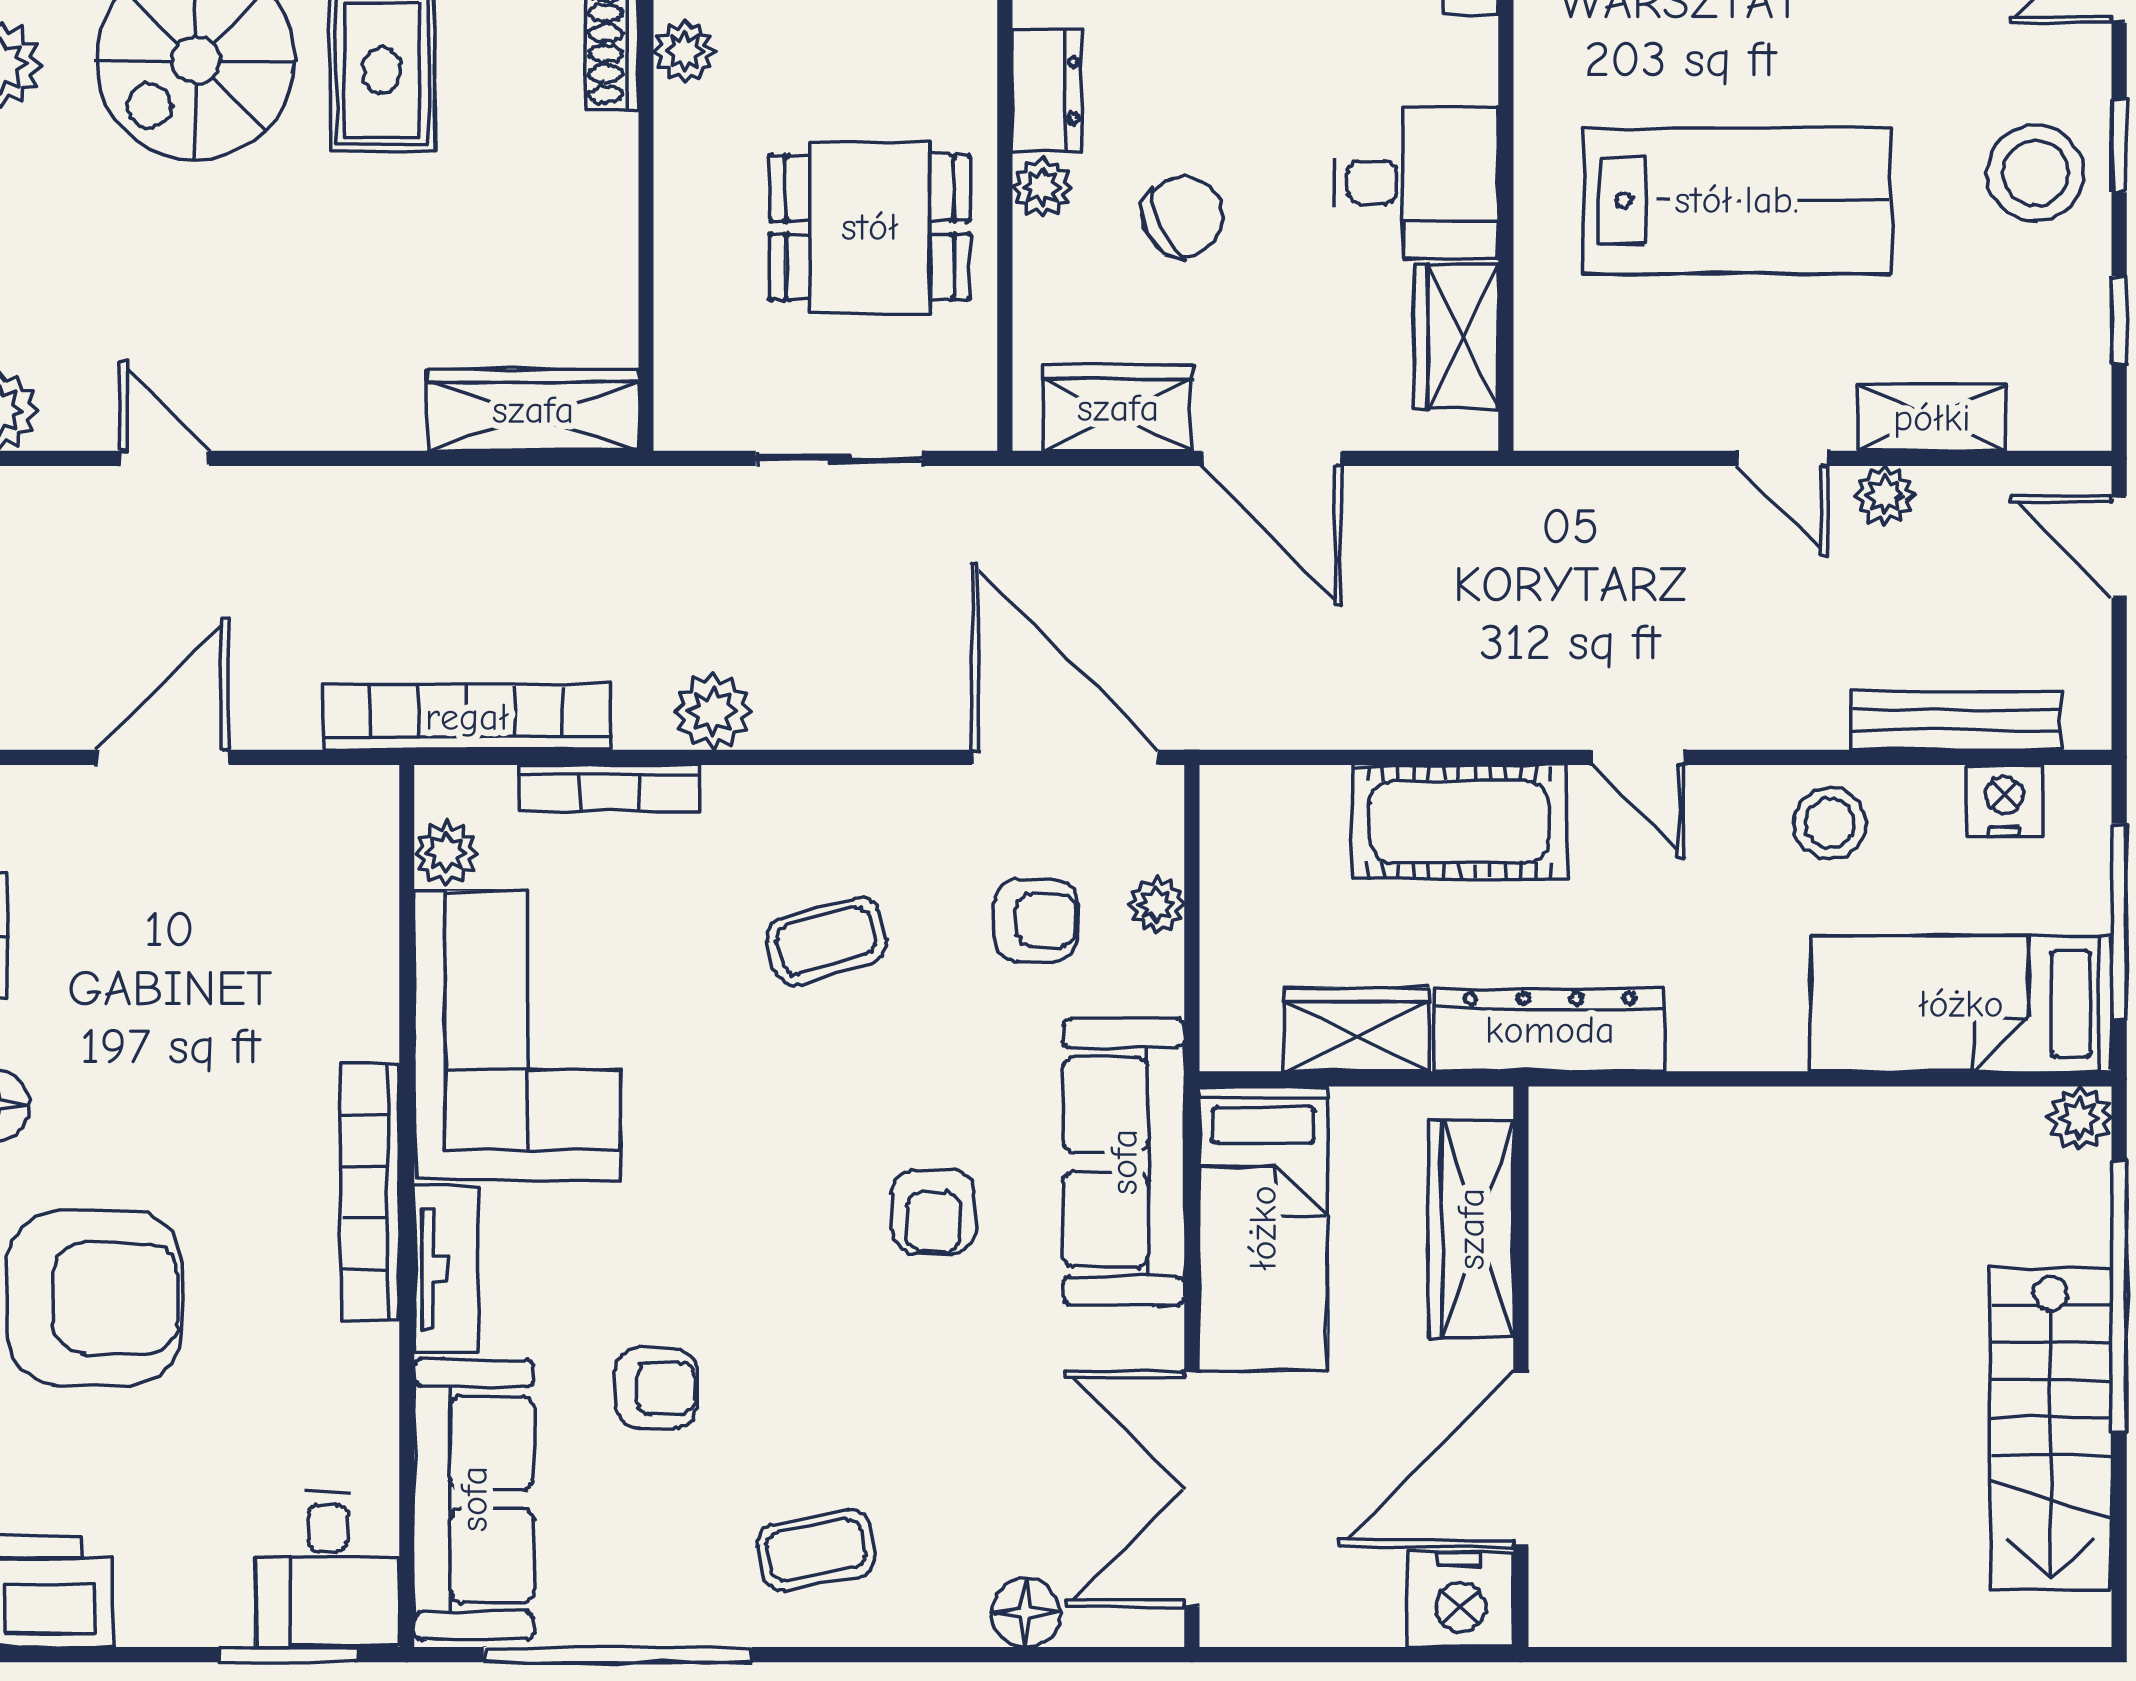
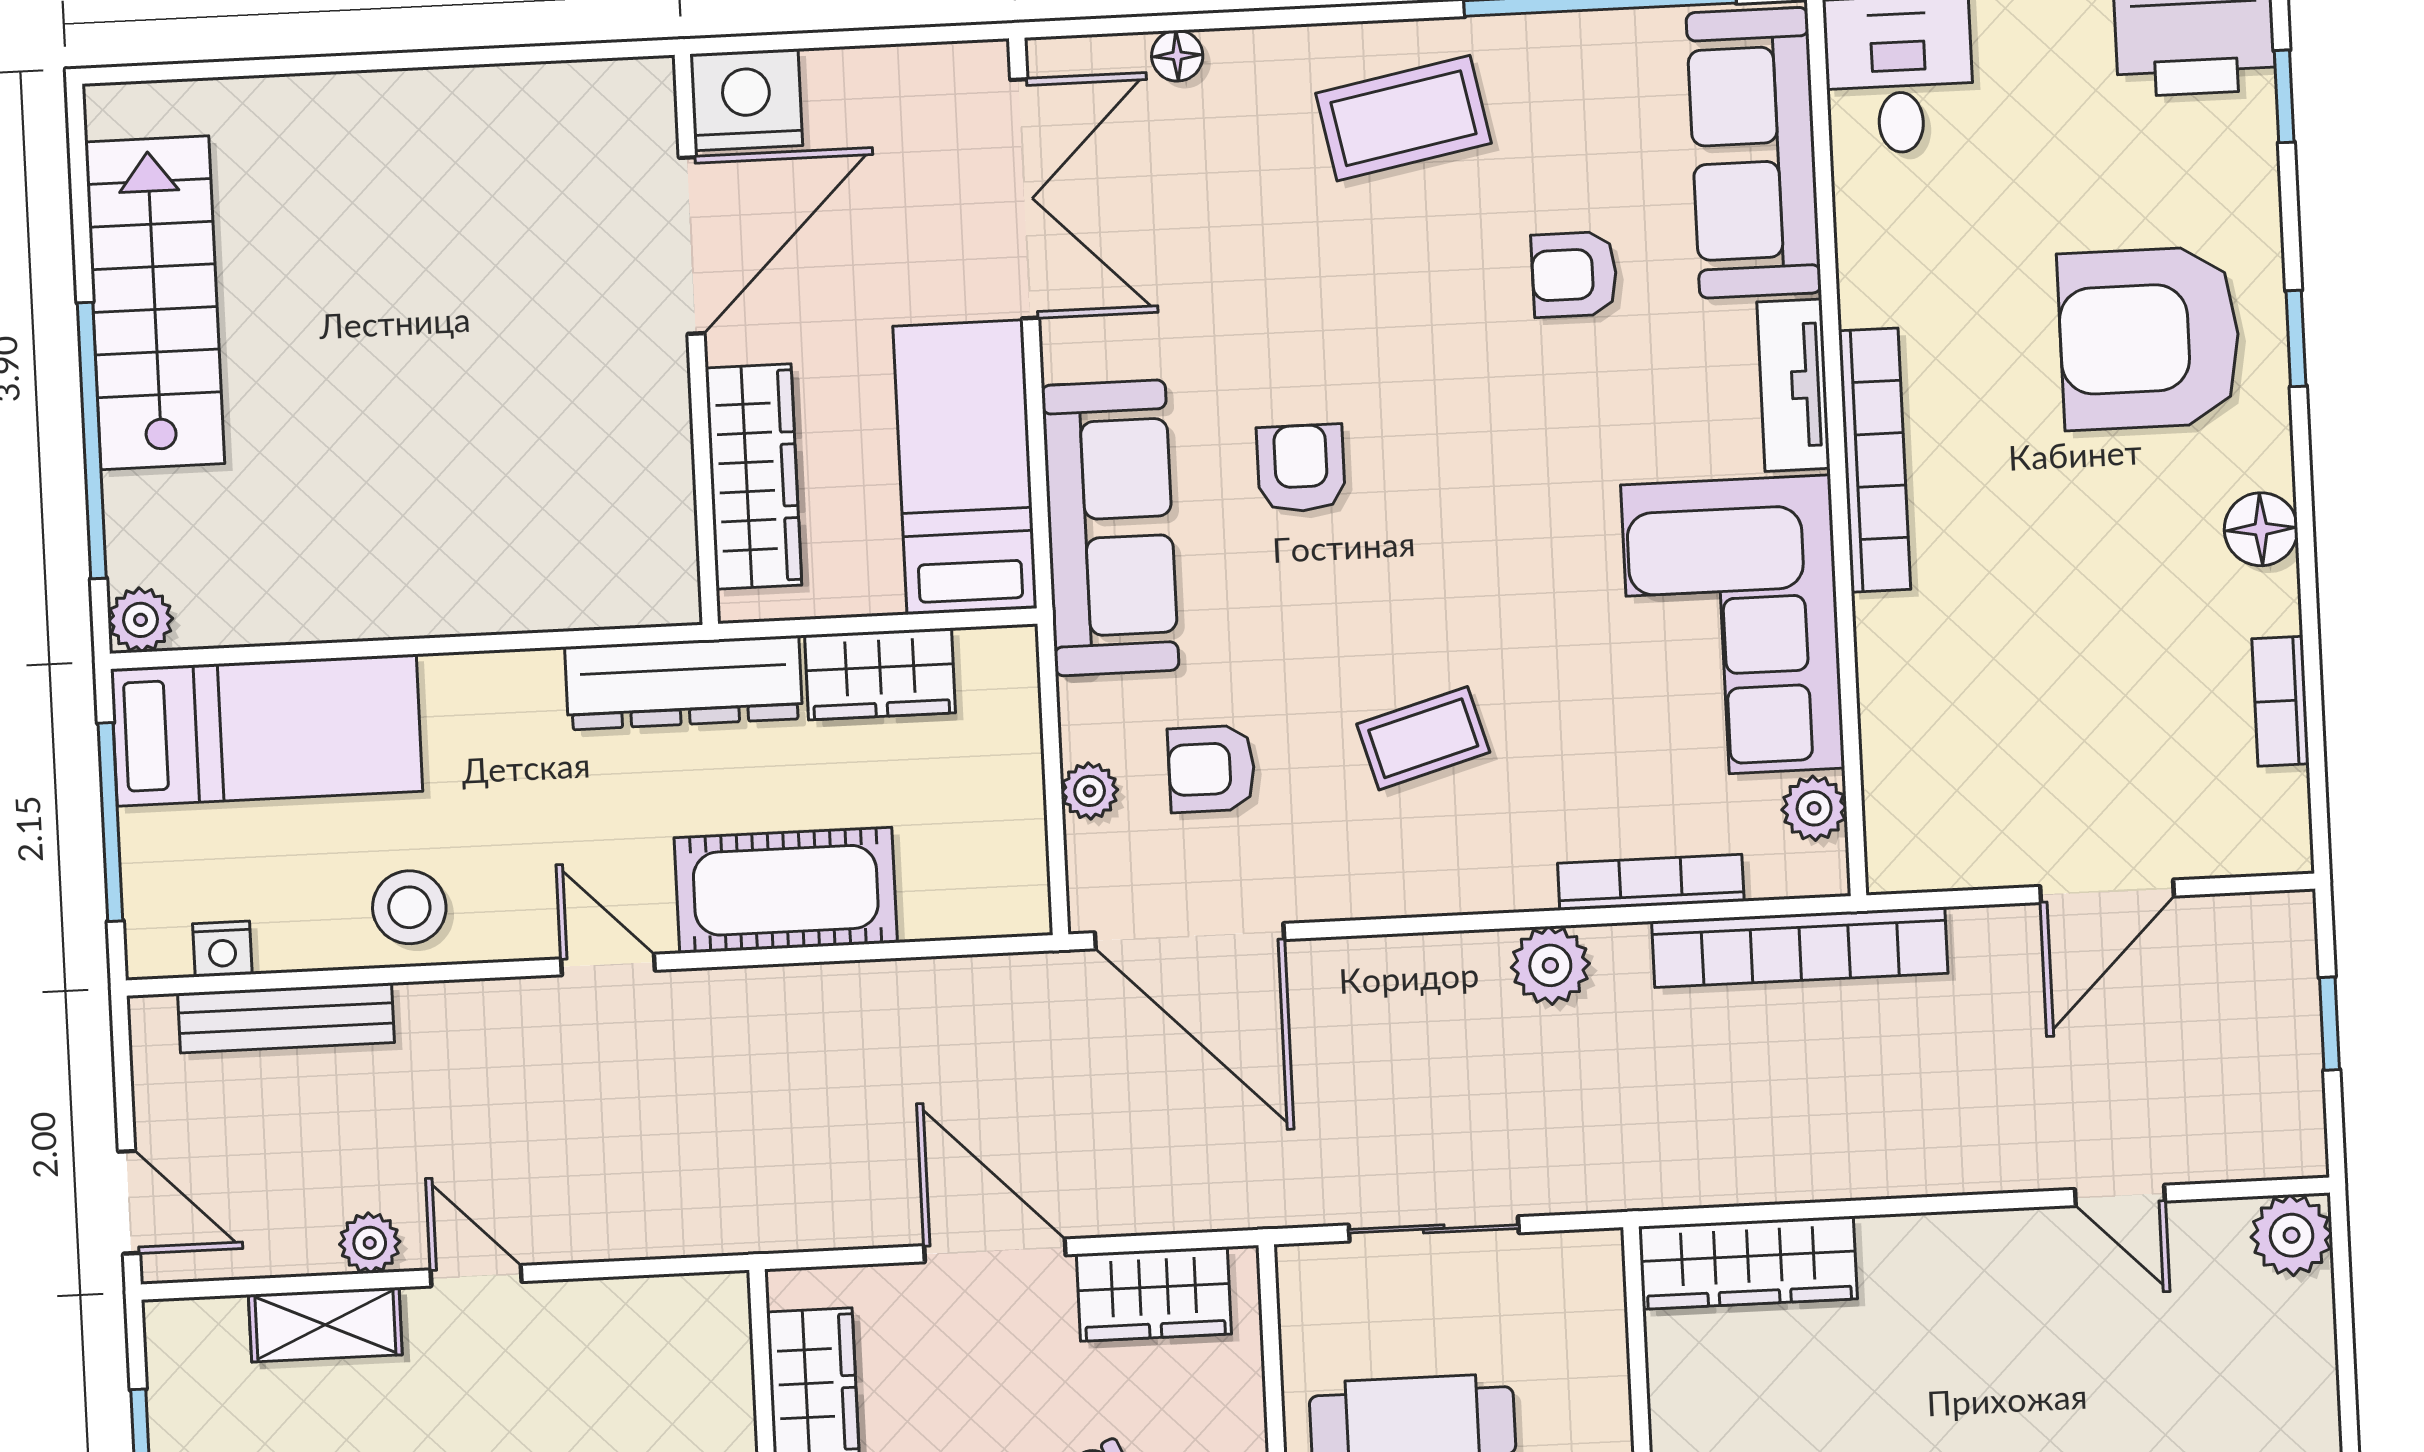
nightstand: (2004, 801) -> (222, 949), width x0.72, depth x0.74
coffee table: (816, 1550) -> (1404, 118), width x1.36, depth x1.30
floor lamp: (1026, 1613) -> (1177, 56), width x0.73, depth x0.73

